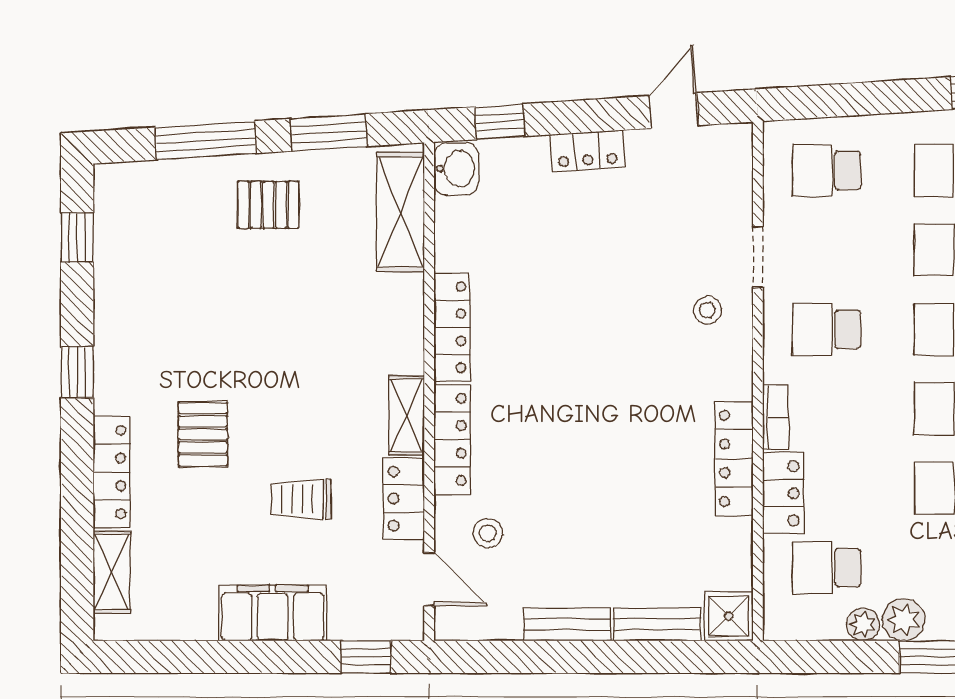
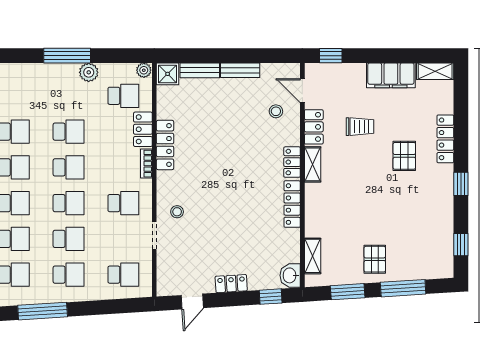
pallet: (268, 205) -> (375, 259), turned 90
shelving: (401, 212) -> (313, 256), width x0.67, depth x0.75
locker: (452, 439) -> (292, 162), width x0.66
shelving: (112, 572) -> (435, 71), moved, turned 90
filing cabinet: (273, 613) -> (391, 75), moved
plant: (863, 624) -> (144, 70), moved

